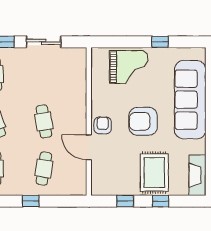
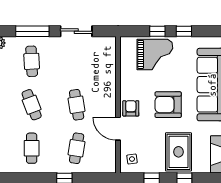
window: (131, 42) -> (157, 31), added
side table: (104, 180) -> (132, 159), added

